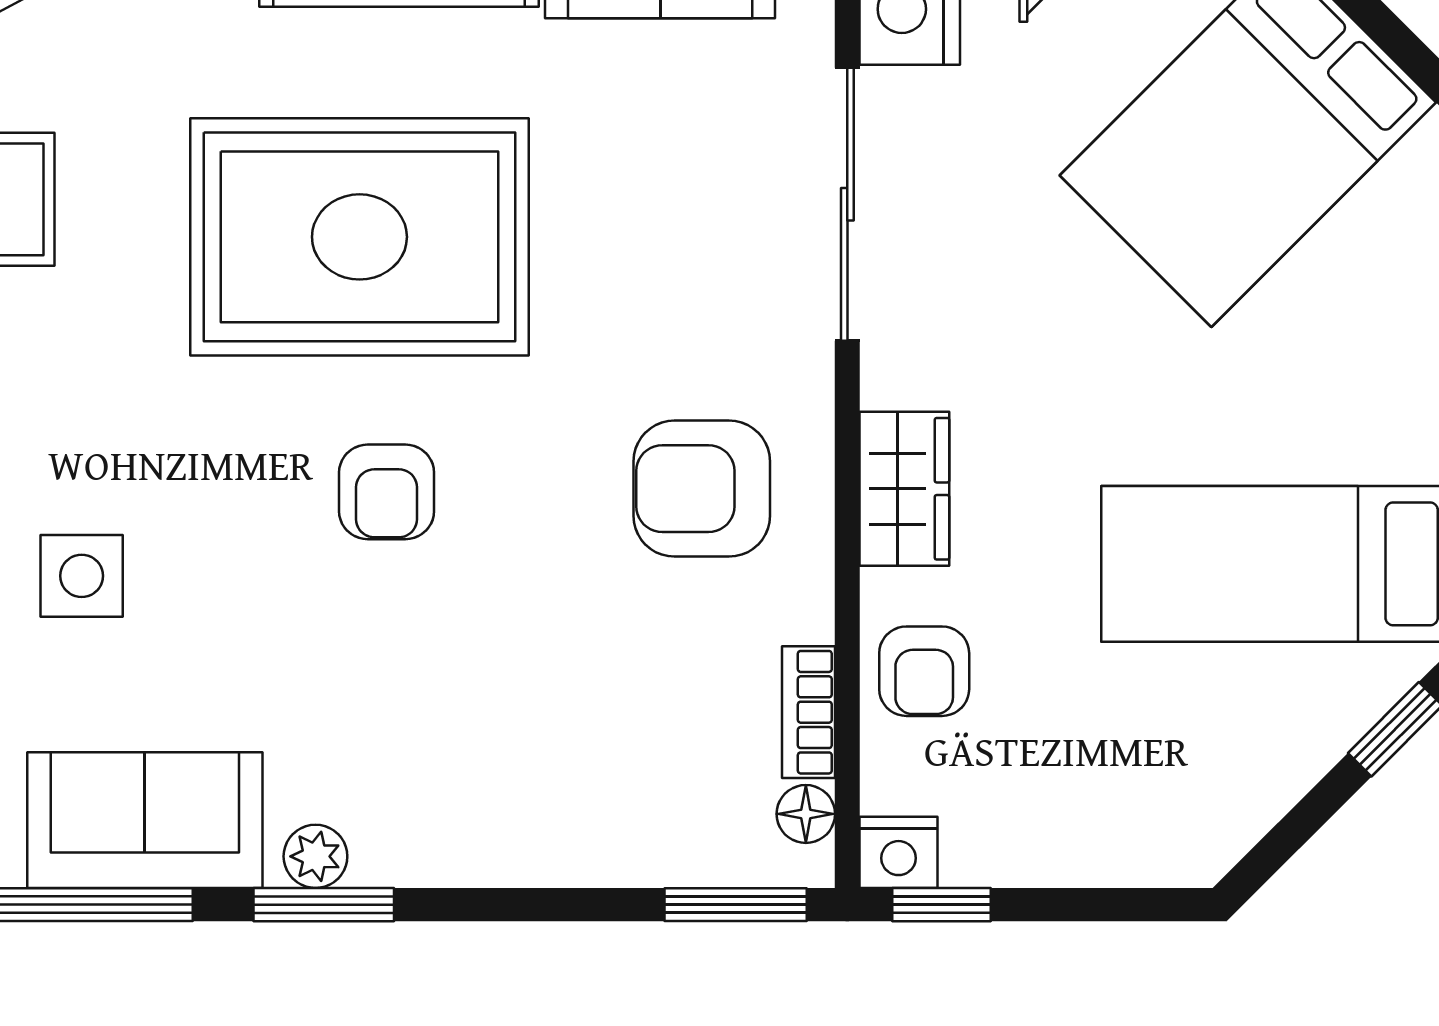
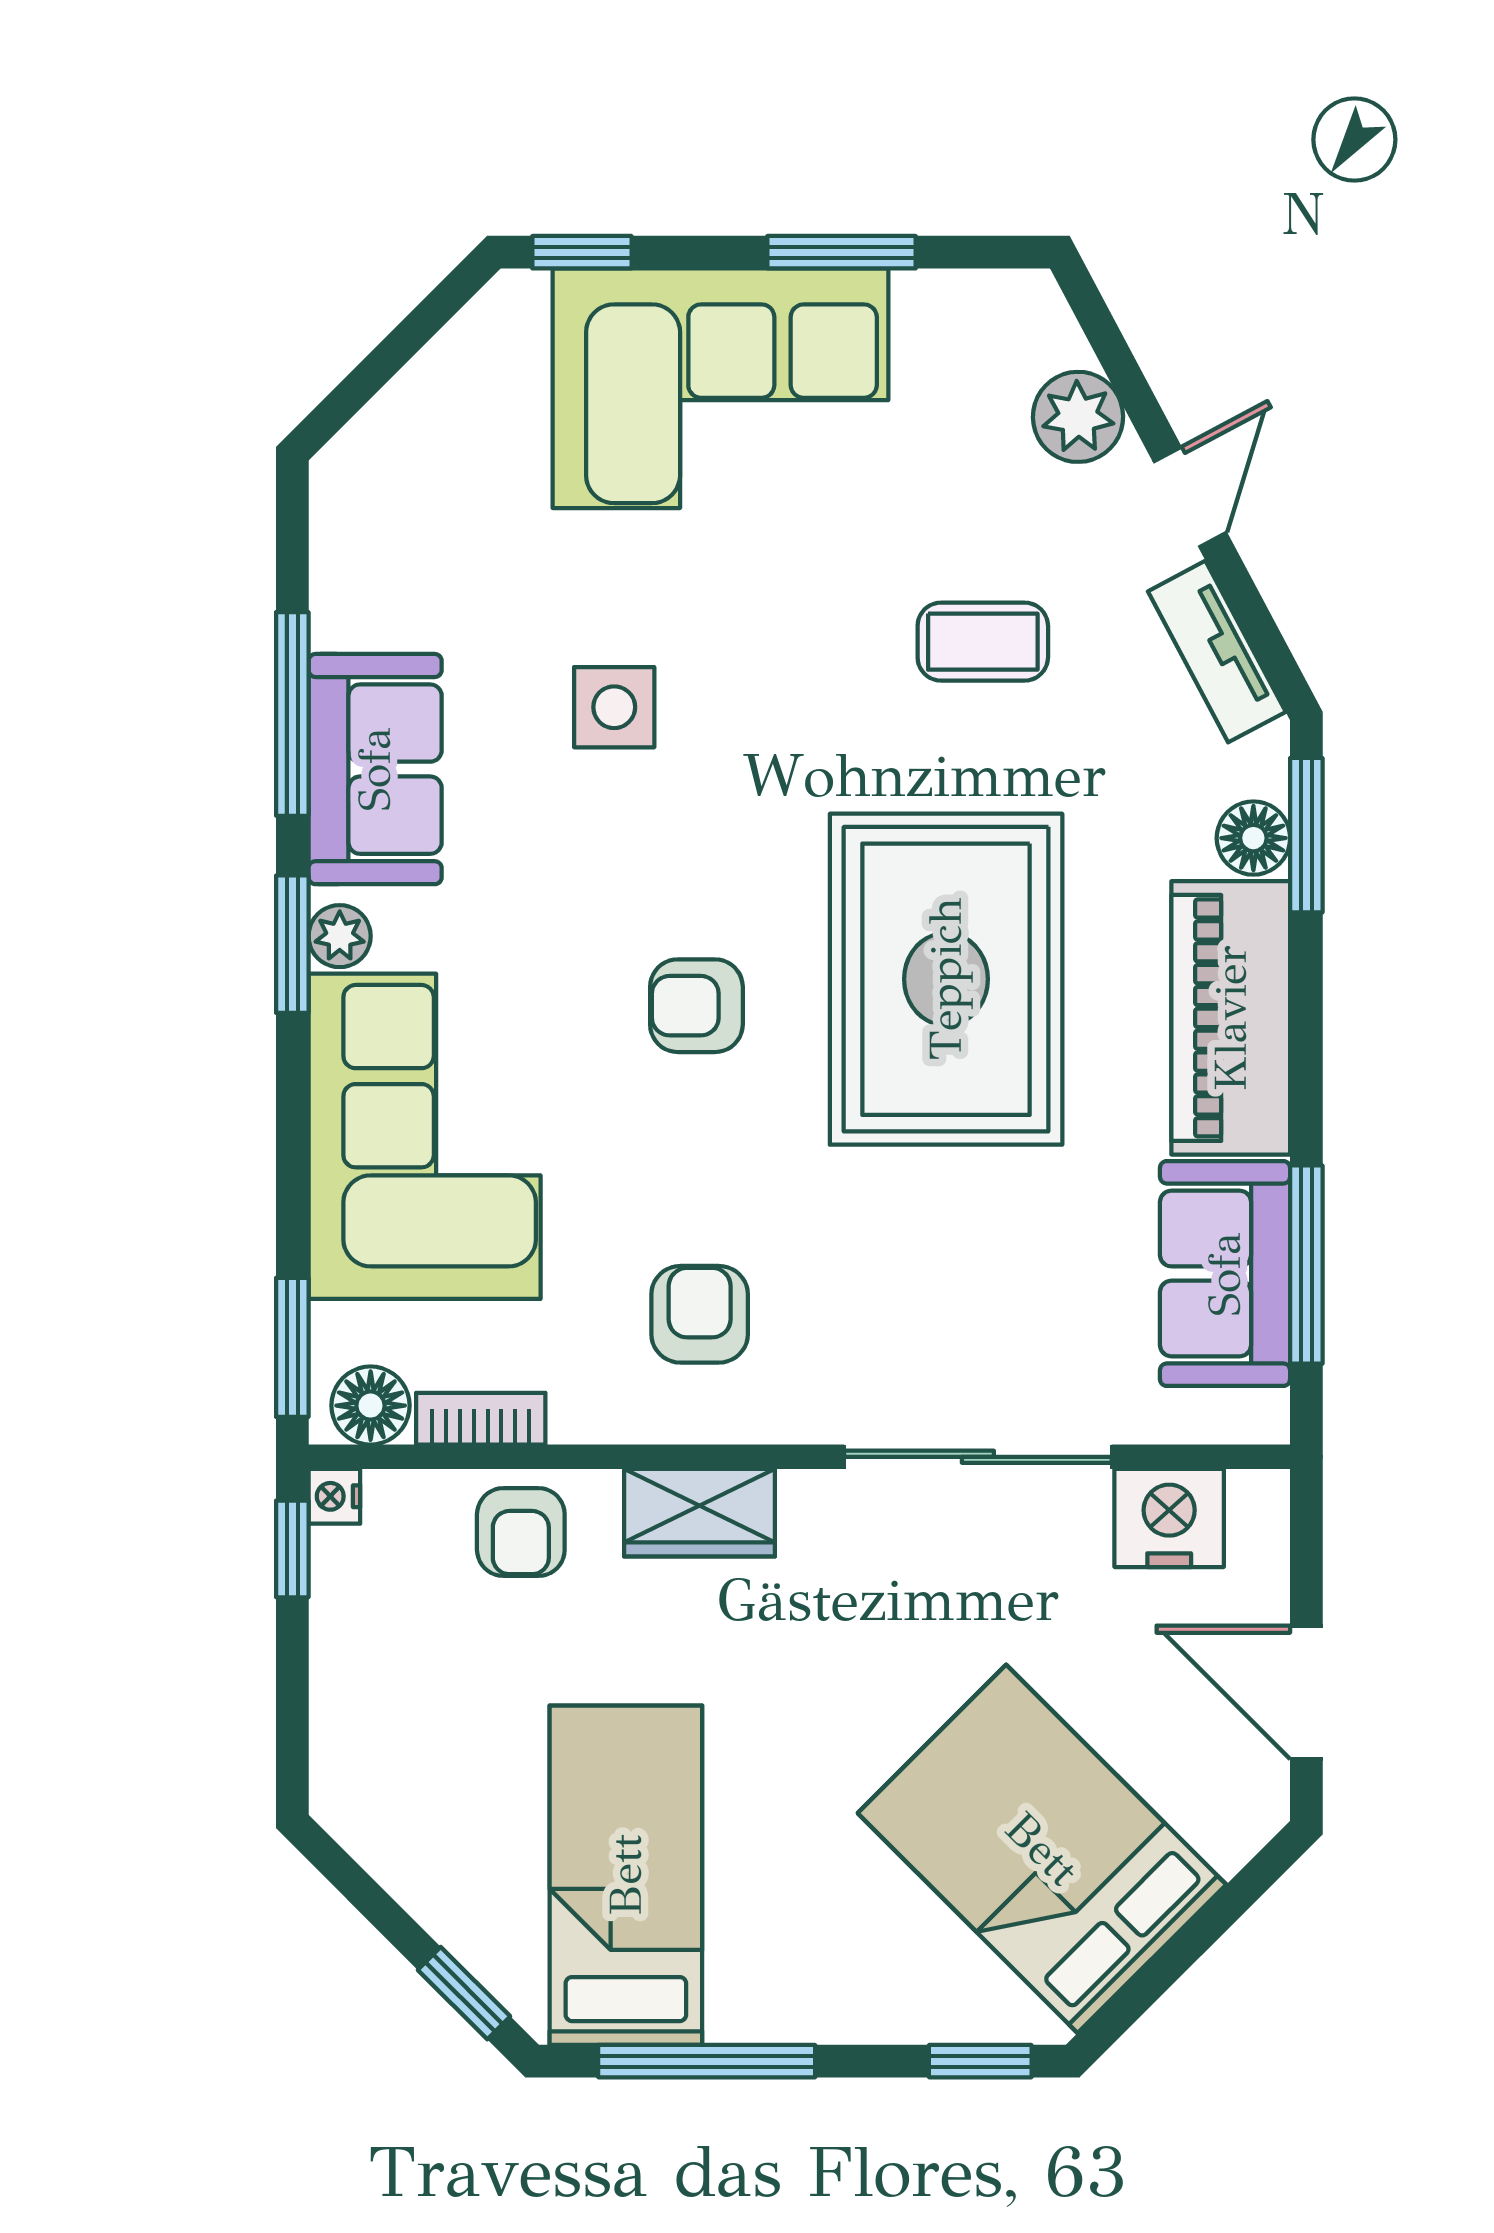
armchair: (702, 489) -> (700, 1314), width x0.72, depth x0.72
armchair: (924, 671) -> (521, 1532), turned -90
corner sofa: (520, 770) -> (425, 1136), added
floor lamp: (806, 814) -> (371, 1406), width x1.37, depth x1.37
nightstand: (899, 852) -> (334, 1496), width x0.72, depth x0.74

